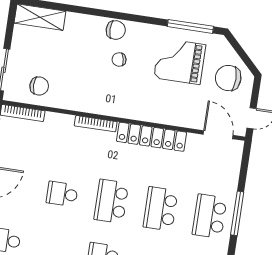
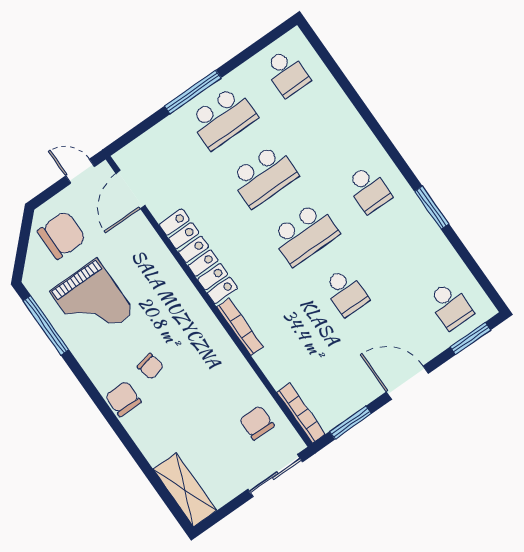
chair: (228, 78) -> (62, 235), turned -90

